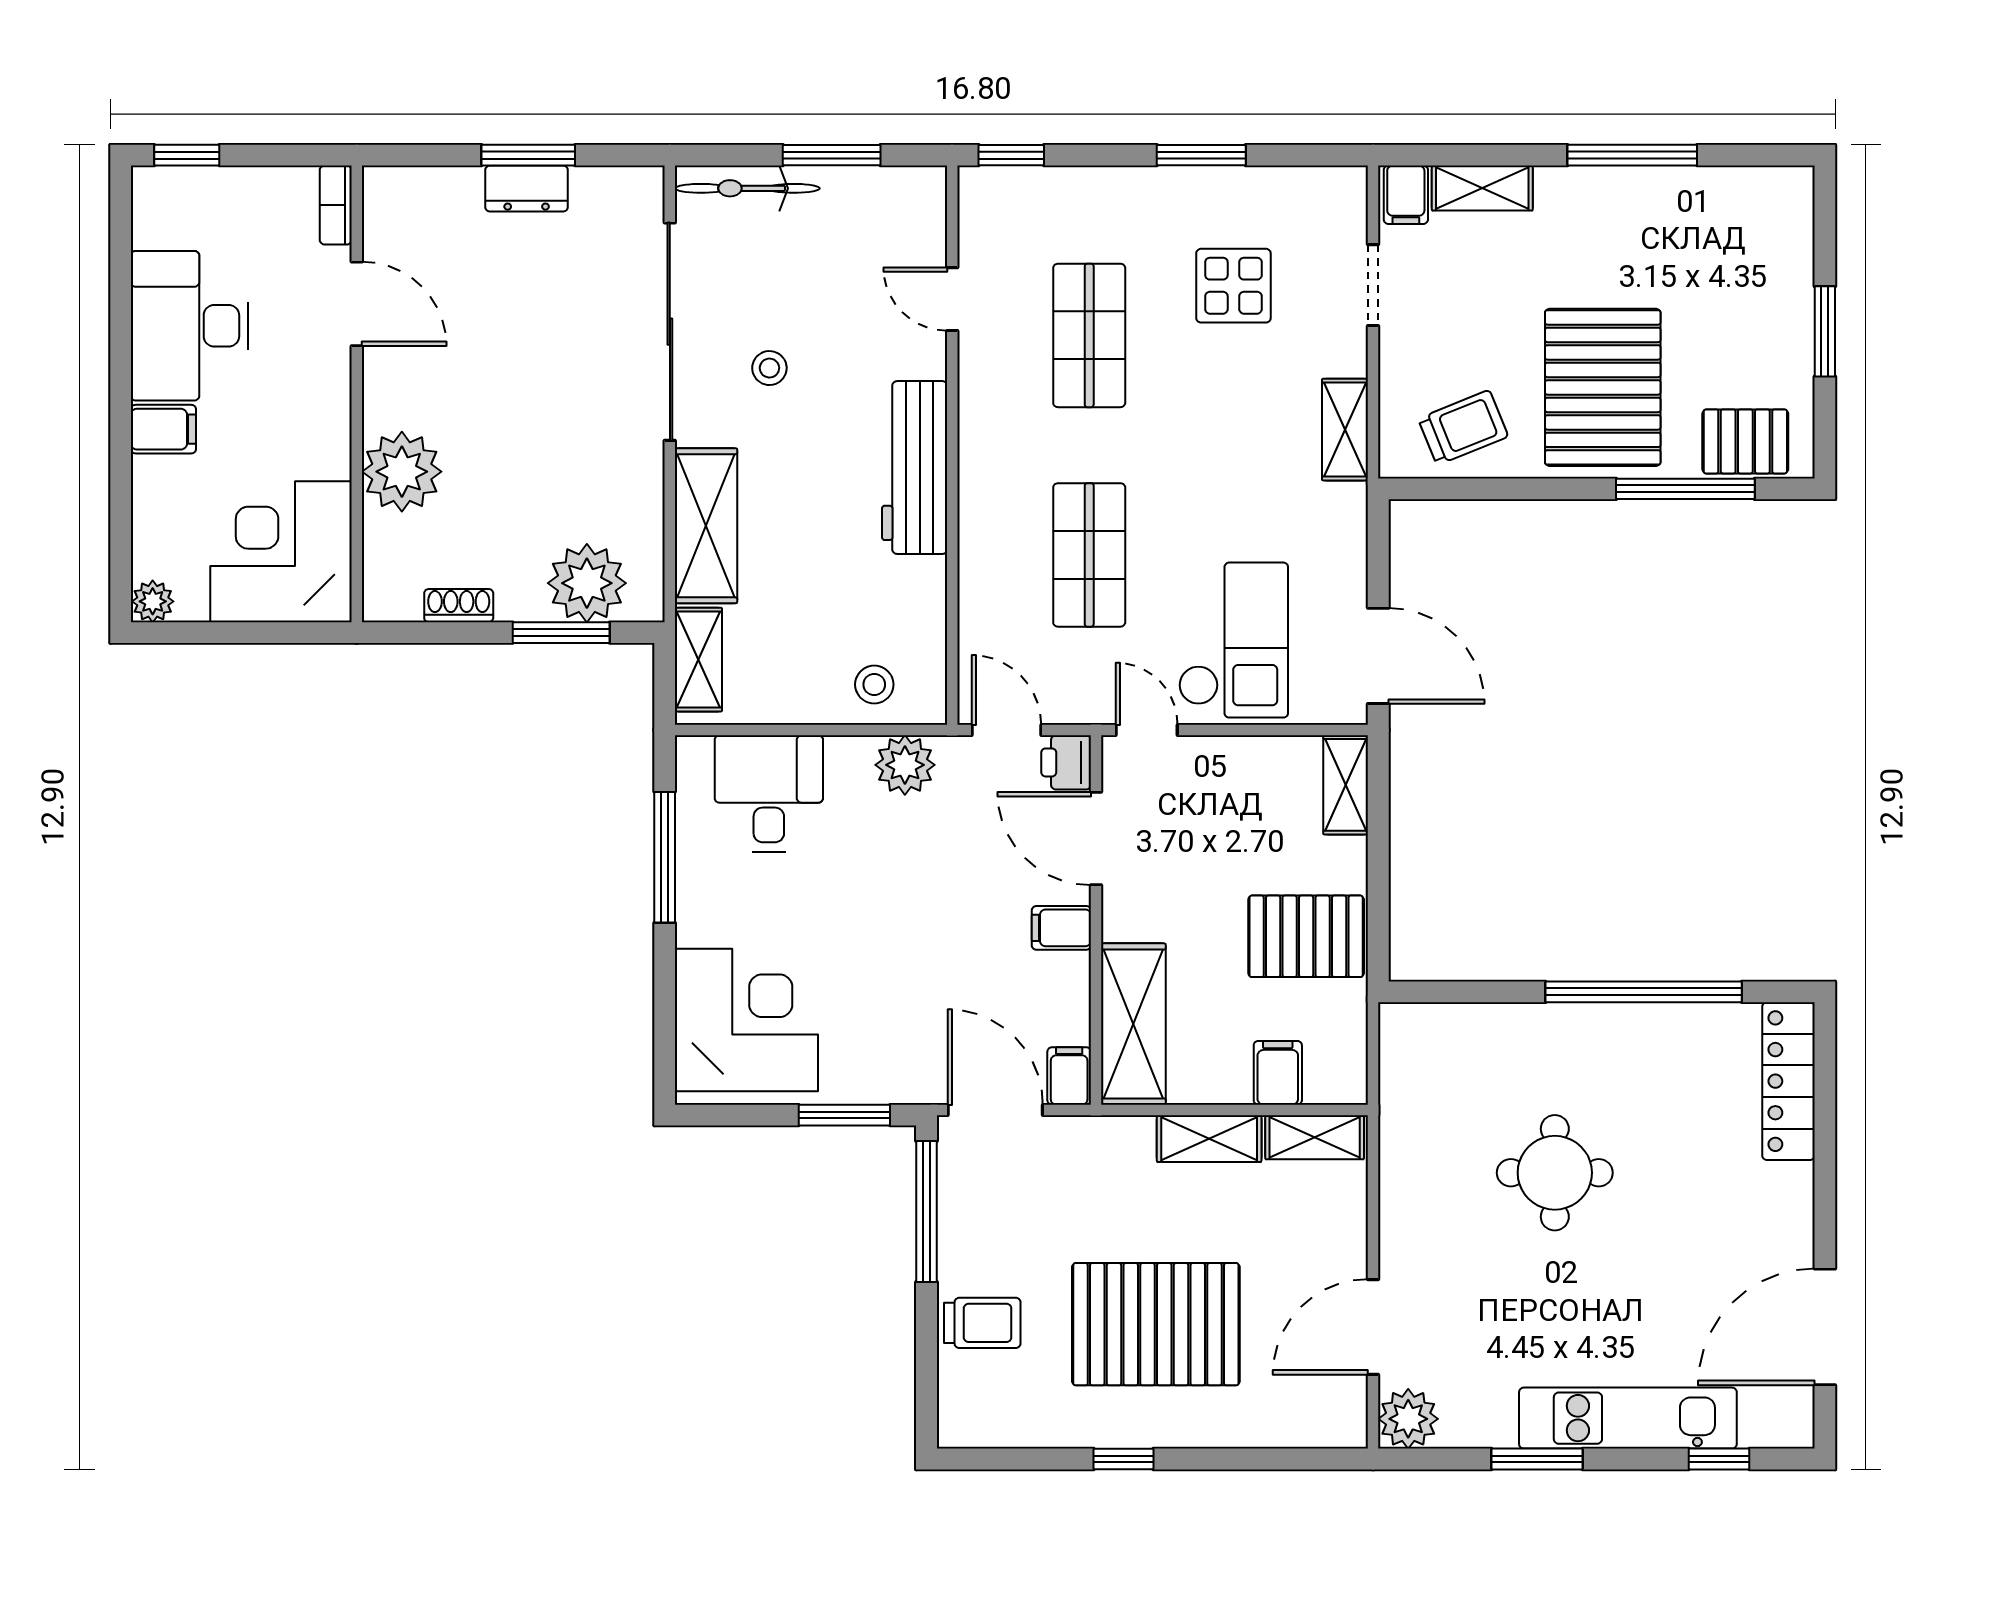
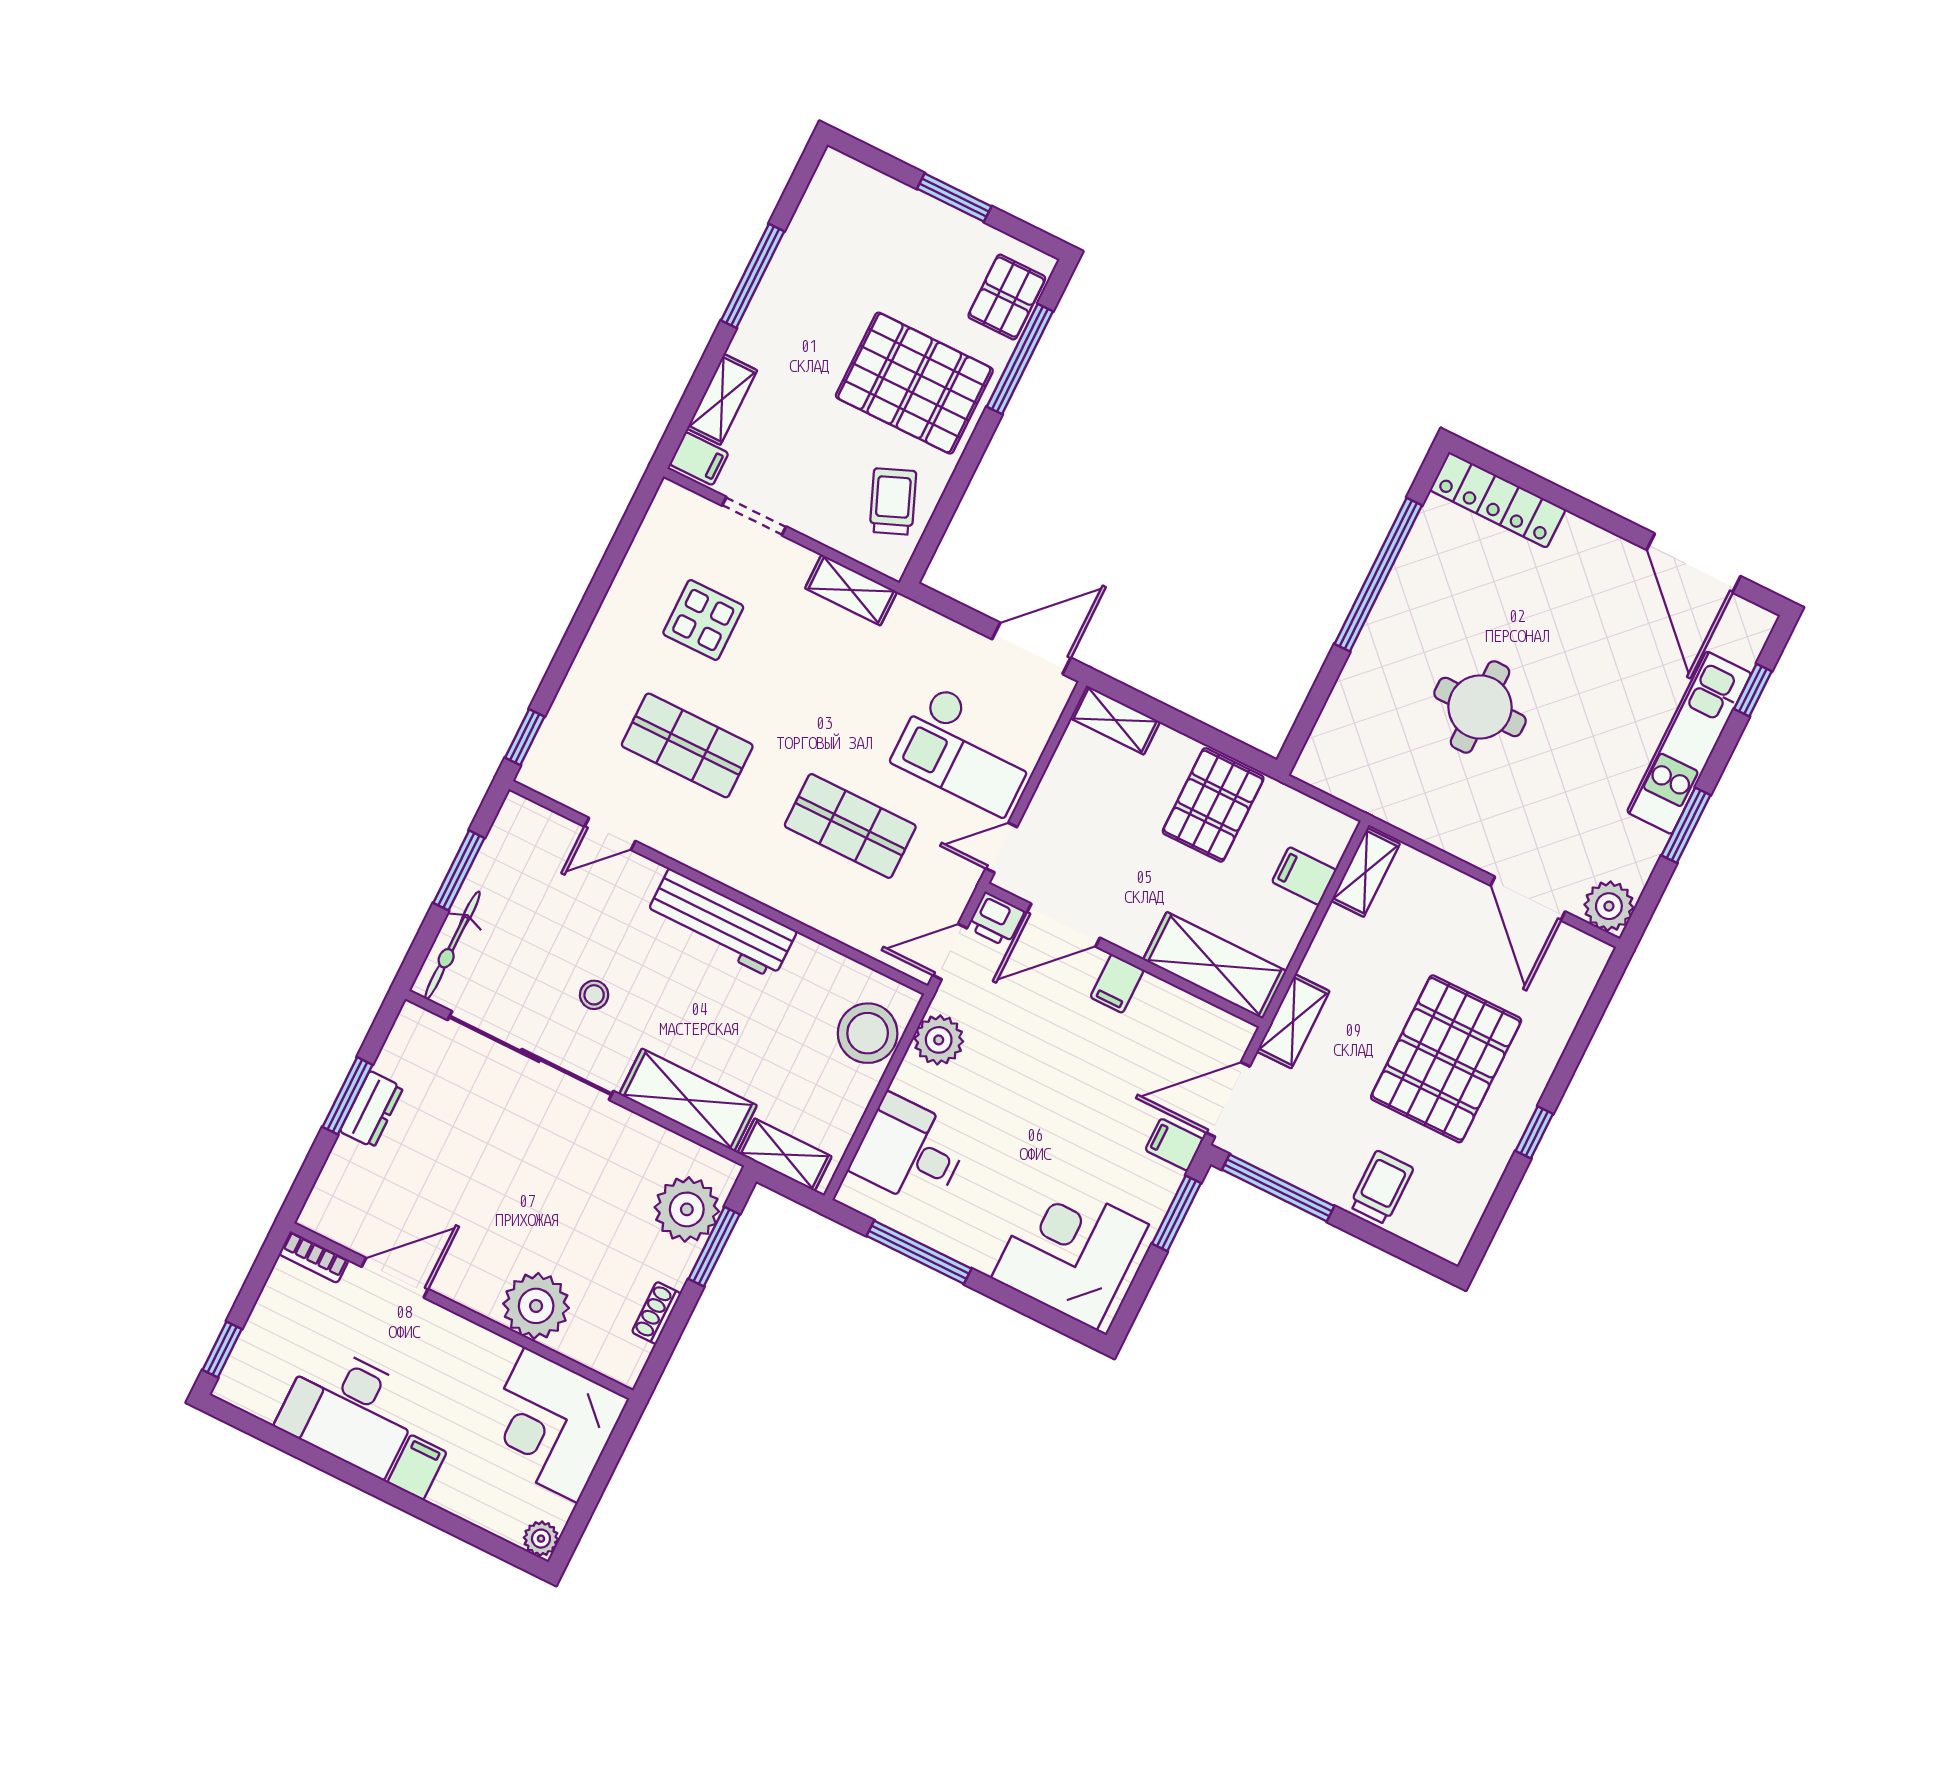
window: (1201, 155) -> (594, 596), removed
checkout: (1233, 640) -> (966, 750), turned 180
stool: (874, 685) -> (868, 1033), width x1.89, depth x1.89
filing cabinet: (1069, 1076) -> (1174, 1145), moved
shelving: (1209, 1139) -> (1293, 1021), moved

